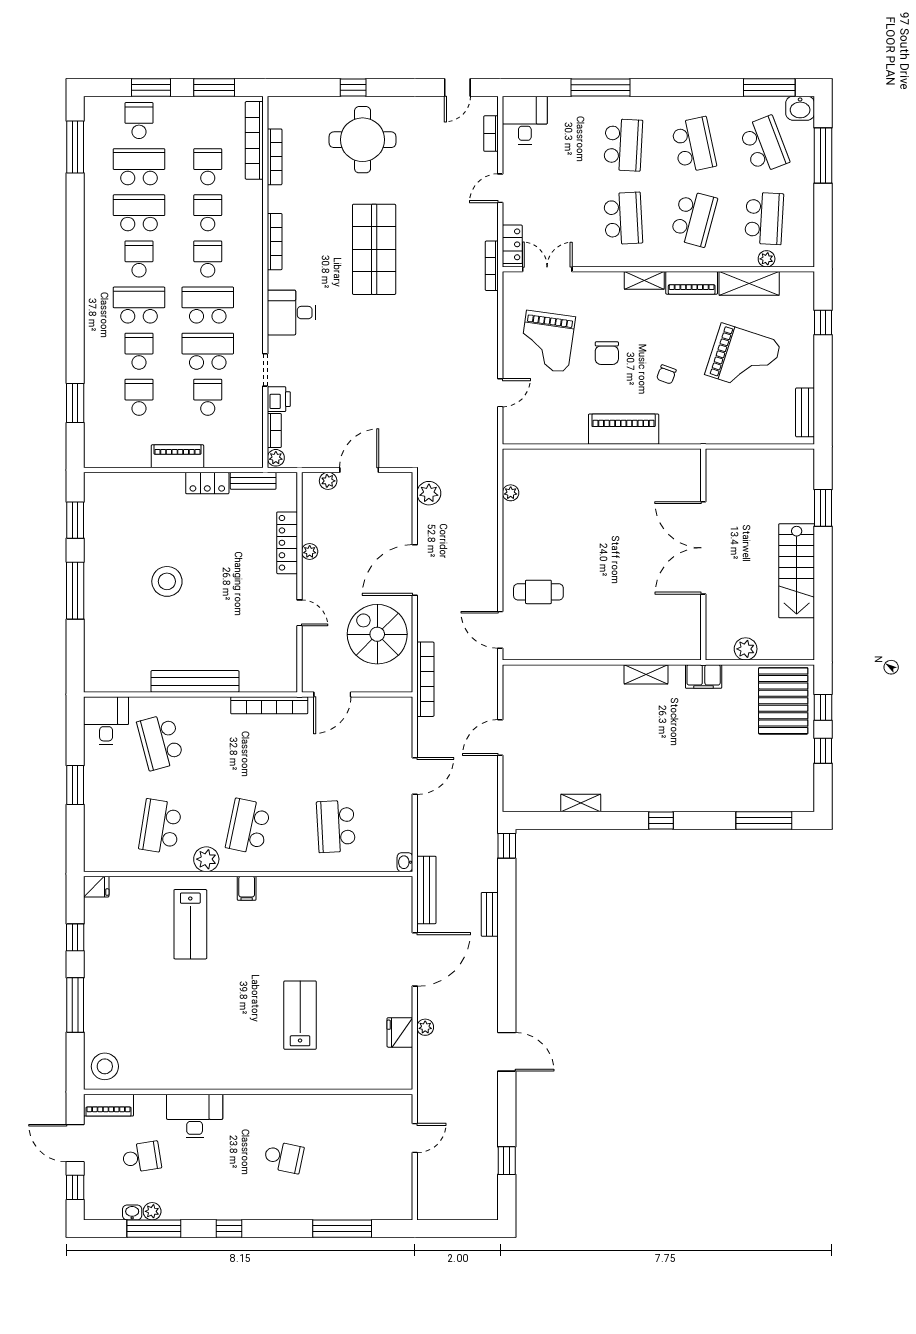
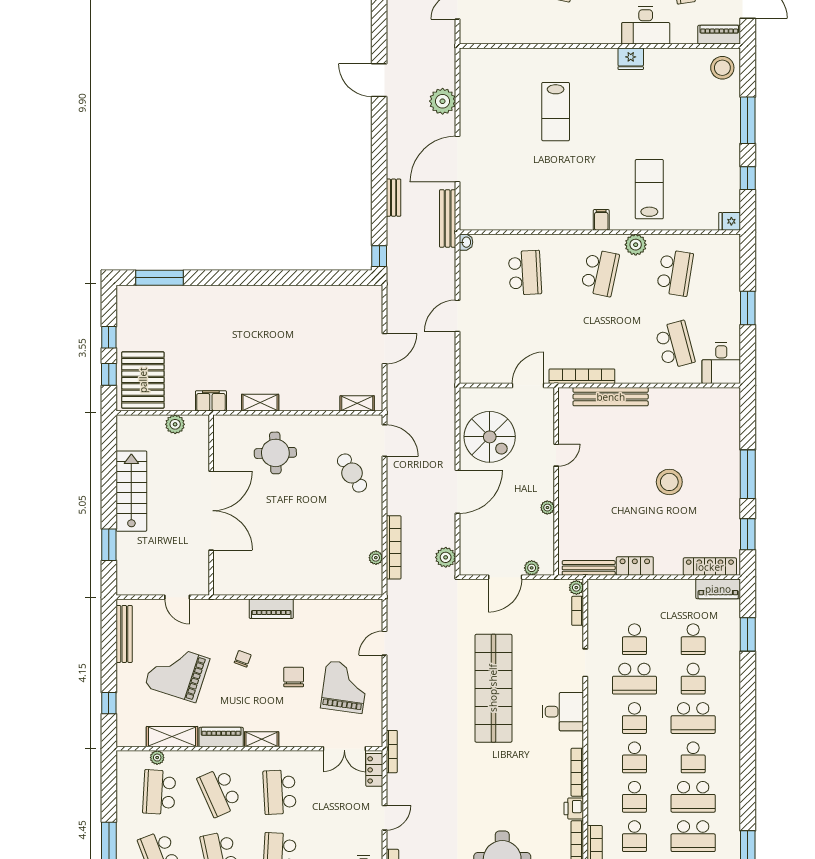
school desk: (694, 218) -> (219, 792), turned -39
shop shelf: (374, 249) -> (493, 688), moved, width x1.40
school desk: (208, 305) -> (634, 718), width x0.54
printer: (279, 399) -> (574, 808), moved
bench: (805, 412) -> (124, 634), width x1.36
piano: (624, 429) -> (271, 609), width x0.73, depth x0.75
door: (743, 447) -> (177, 597), added
piano: (177, 456) -> (718, 589), moved
bench: (253, 481) -> (589, 568), width x1.36
locker: (287, 543) -> (710, 567), moved, turned -90
cafe table: (538, 592) -> (352, 473), turned 59
door: (299, 613) -> (556, 455), swing flipped
round table: (628, 615) -> (275, 453), added
bookcase: (425, 679) -> (394, 547), moved, turned 180
bench: (195, 681) -> (611, 397), moved
shelving: (581, 803) -> (357, 403), moved
window: (661, 820) -> (247, 278), removed
plant: (425, 1027) -> (443, 101), width x1.87, depth x1.87
fridge: (400, 1032) -> (631, 59), moved, turned 90

